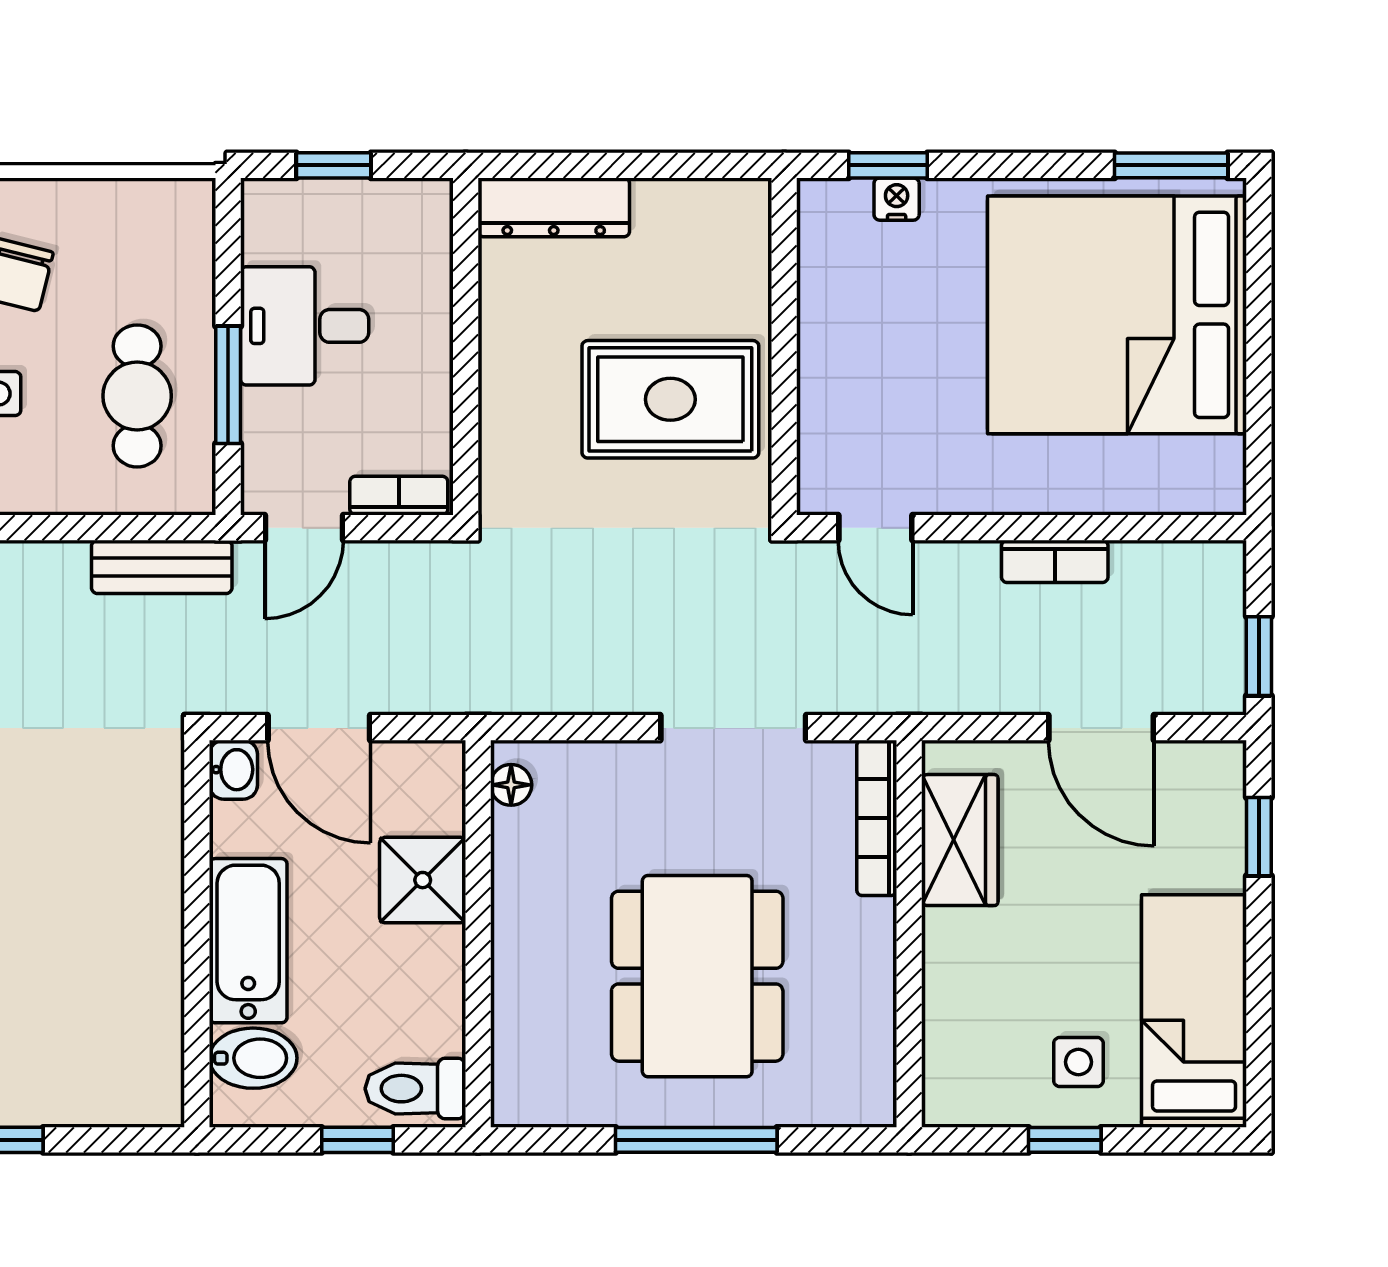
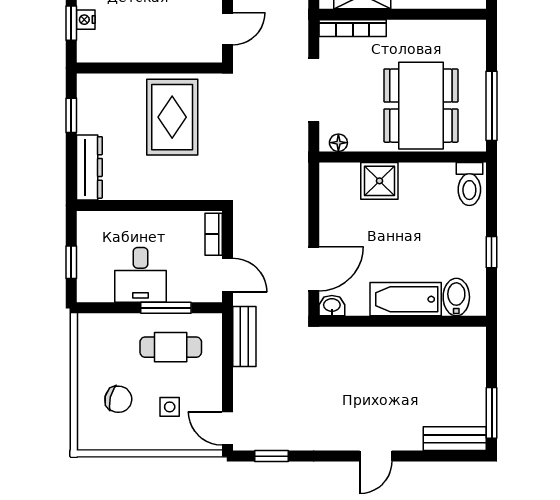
window: (674, 165) -> (71, 115), added
floor lamp: (511, 785) -> (338, 143), moved
shower: (423, 880) -> (379, 181), moved
wall: (478, 934) -> (403, 157), moved
dining table: (697, 976) -> (421, 106), turned 90
toilet: (415, 1089) -> (469, 184), moved

